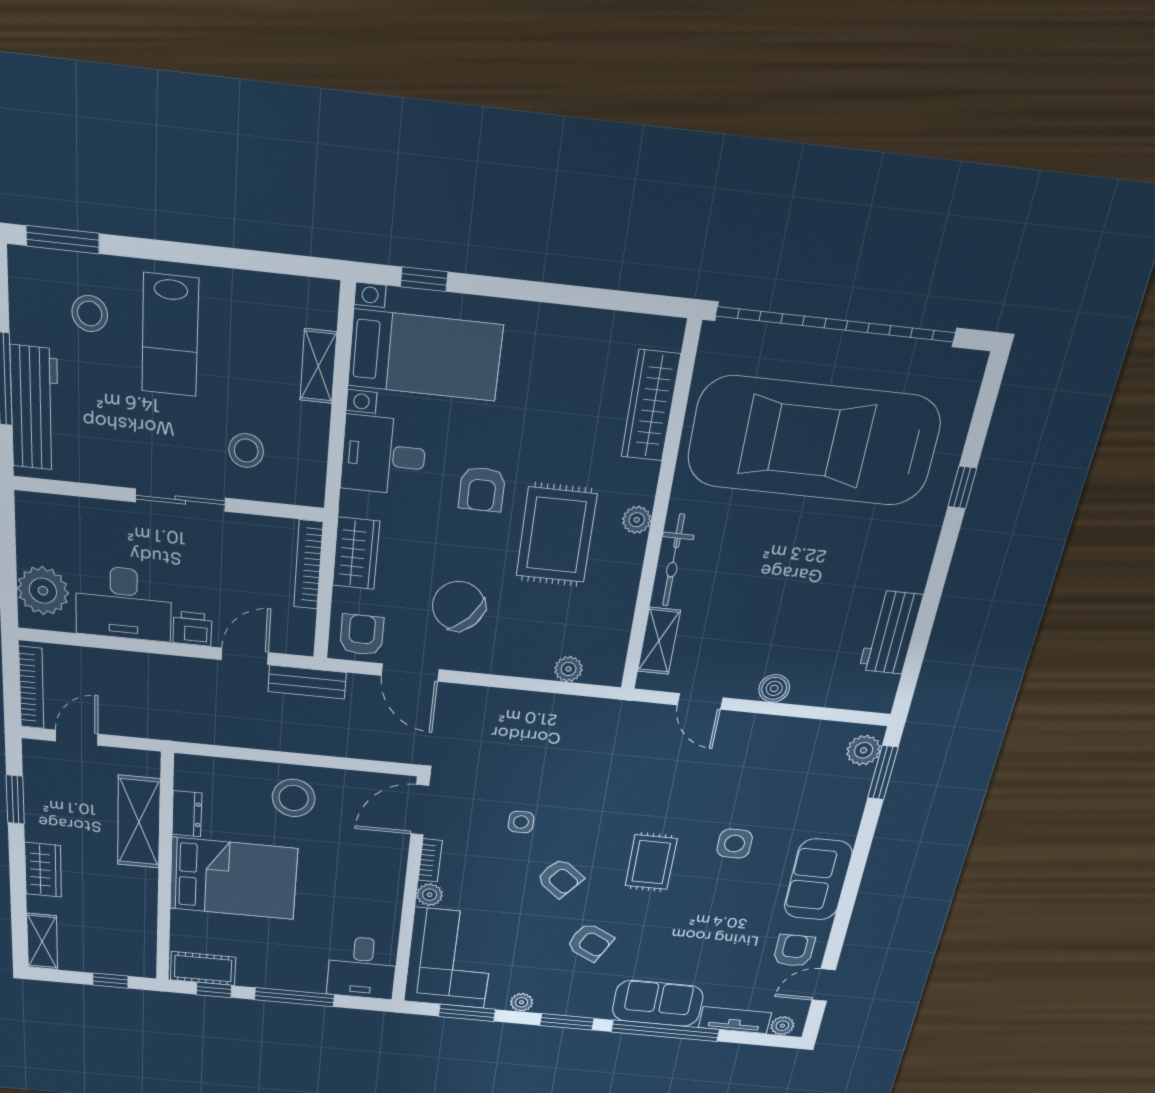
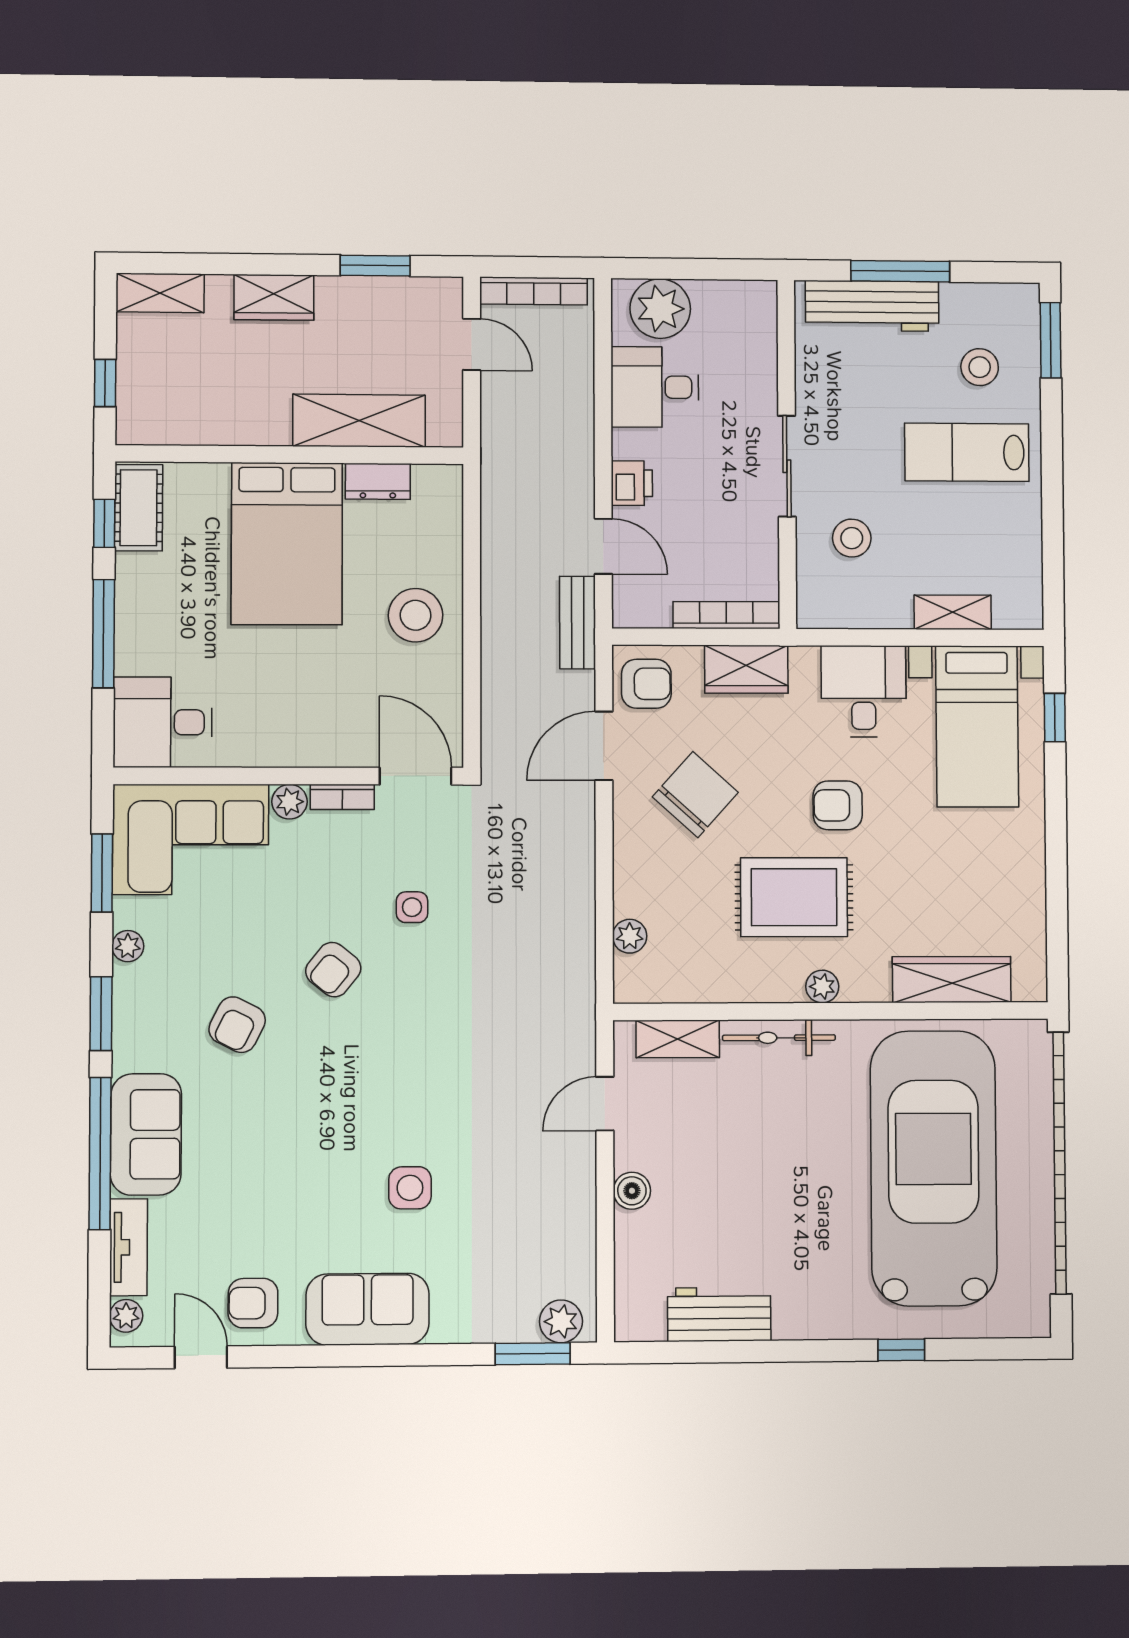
desk: (124, 603) -> (655, 387), width x0.73
rug: (651, 862) -> (370, 1085), removed
armchair: (794, 951) -> (253, 1303), turned 180

